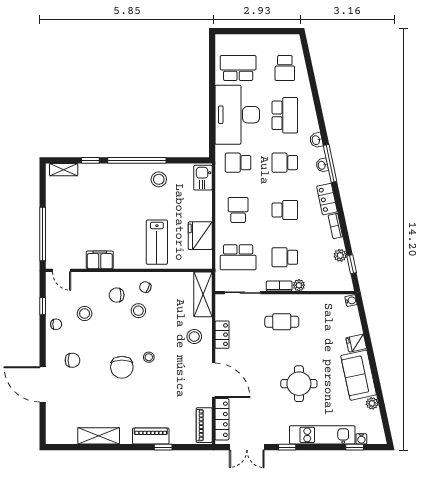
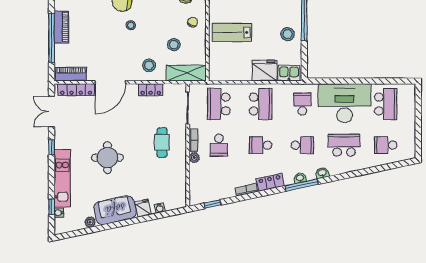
school desk: (285, 115) -> (344, 145), turned 180
school desk: (285, 163) -> (302, 145), turned 90
school desk: (238, 210) -> (261, 104), width x1.85
school desk: (285, 210) -> (261, 145), turned 90
fridge: (200, 236) -> (265, 71), moved
plant: (340, 255) -> (220, 194), removed
school desk: (285, 257) -> (219, 145), turned 180
water cooler: (351, 301) -> (160, 208), moved
stool: (138, 311) -> (174, 45), moved
window: (163, 447) -> (52, 38), width x3.17

